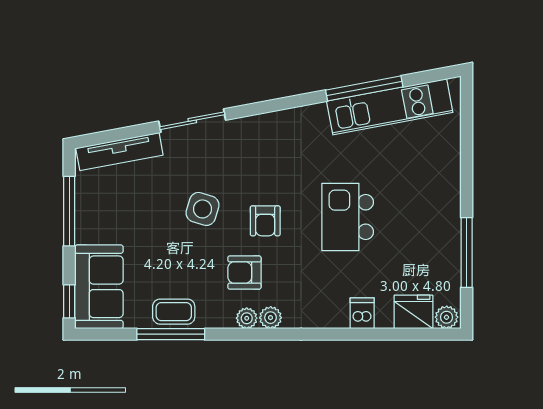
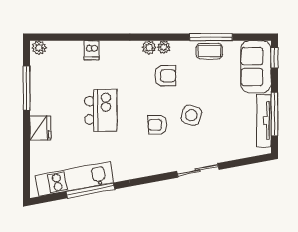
tv unit: (119, 152) -> (264, 121), moved, turned -79
armchair: (265, 221) -> (157, 125), moved, turned -90
fridge: (413, 312) -> (40, 128), moved, turned -90

